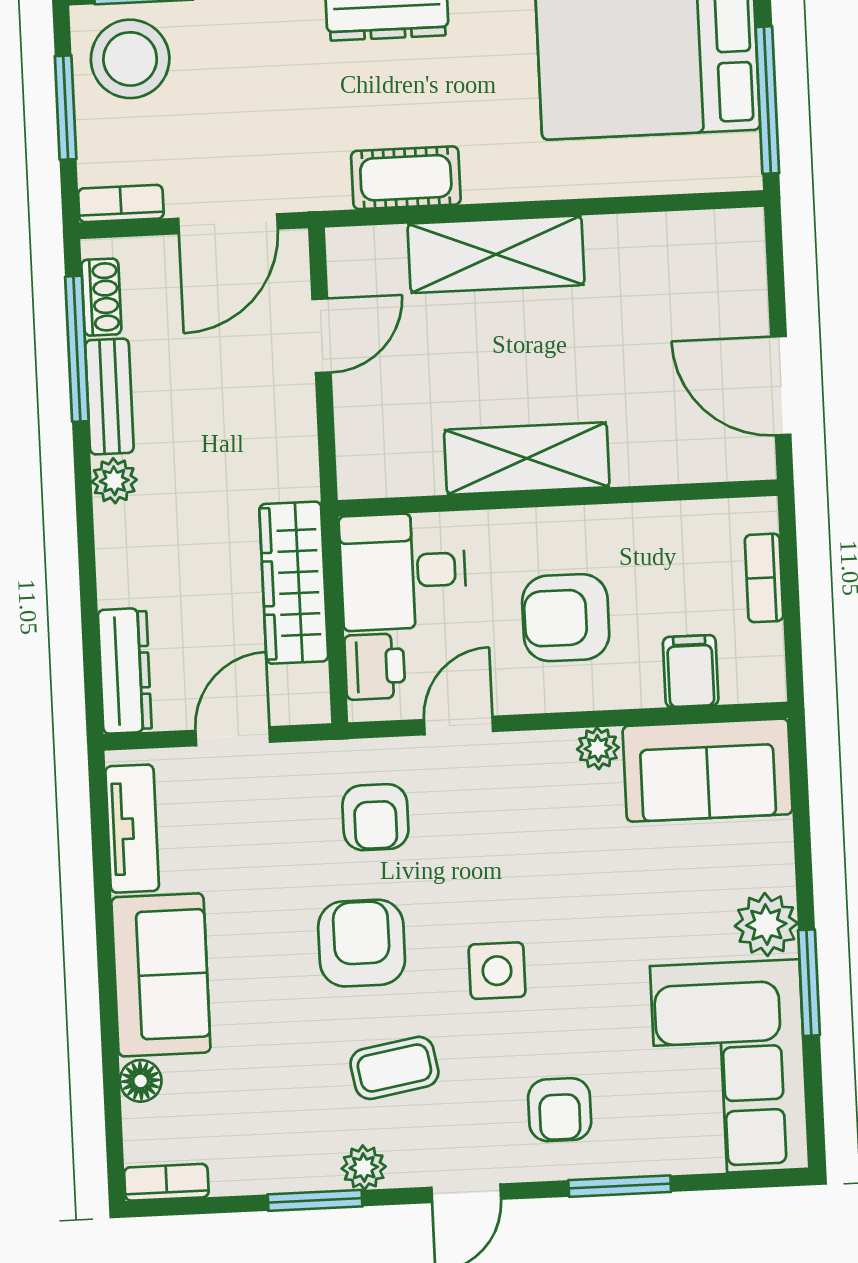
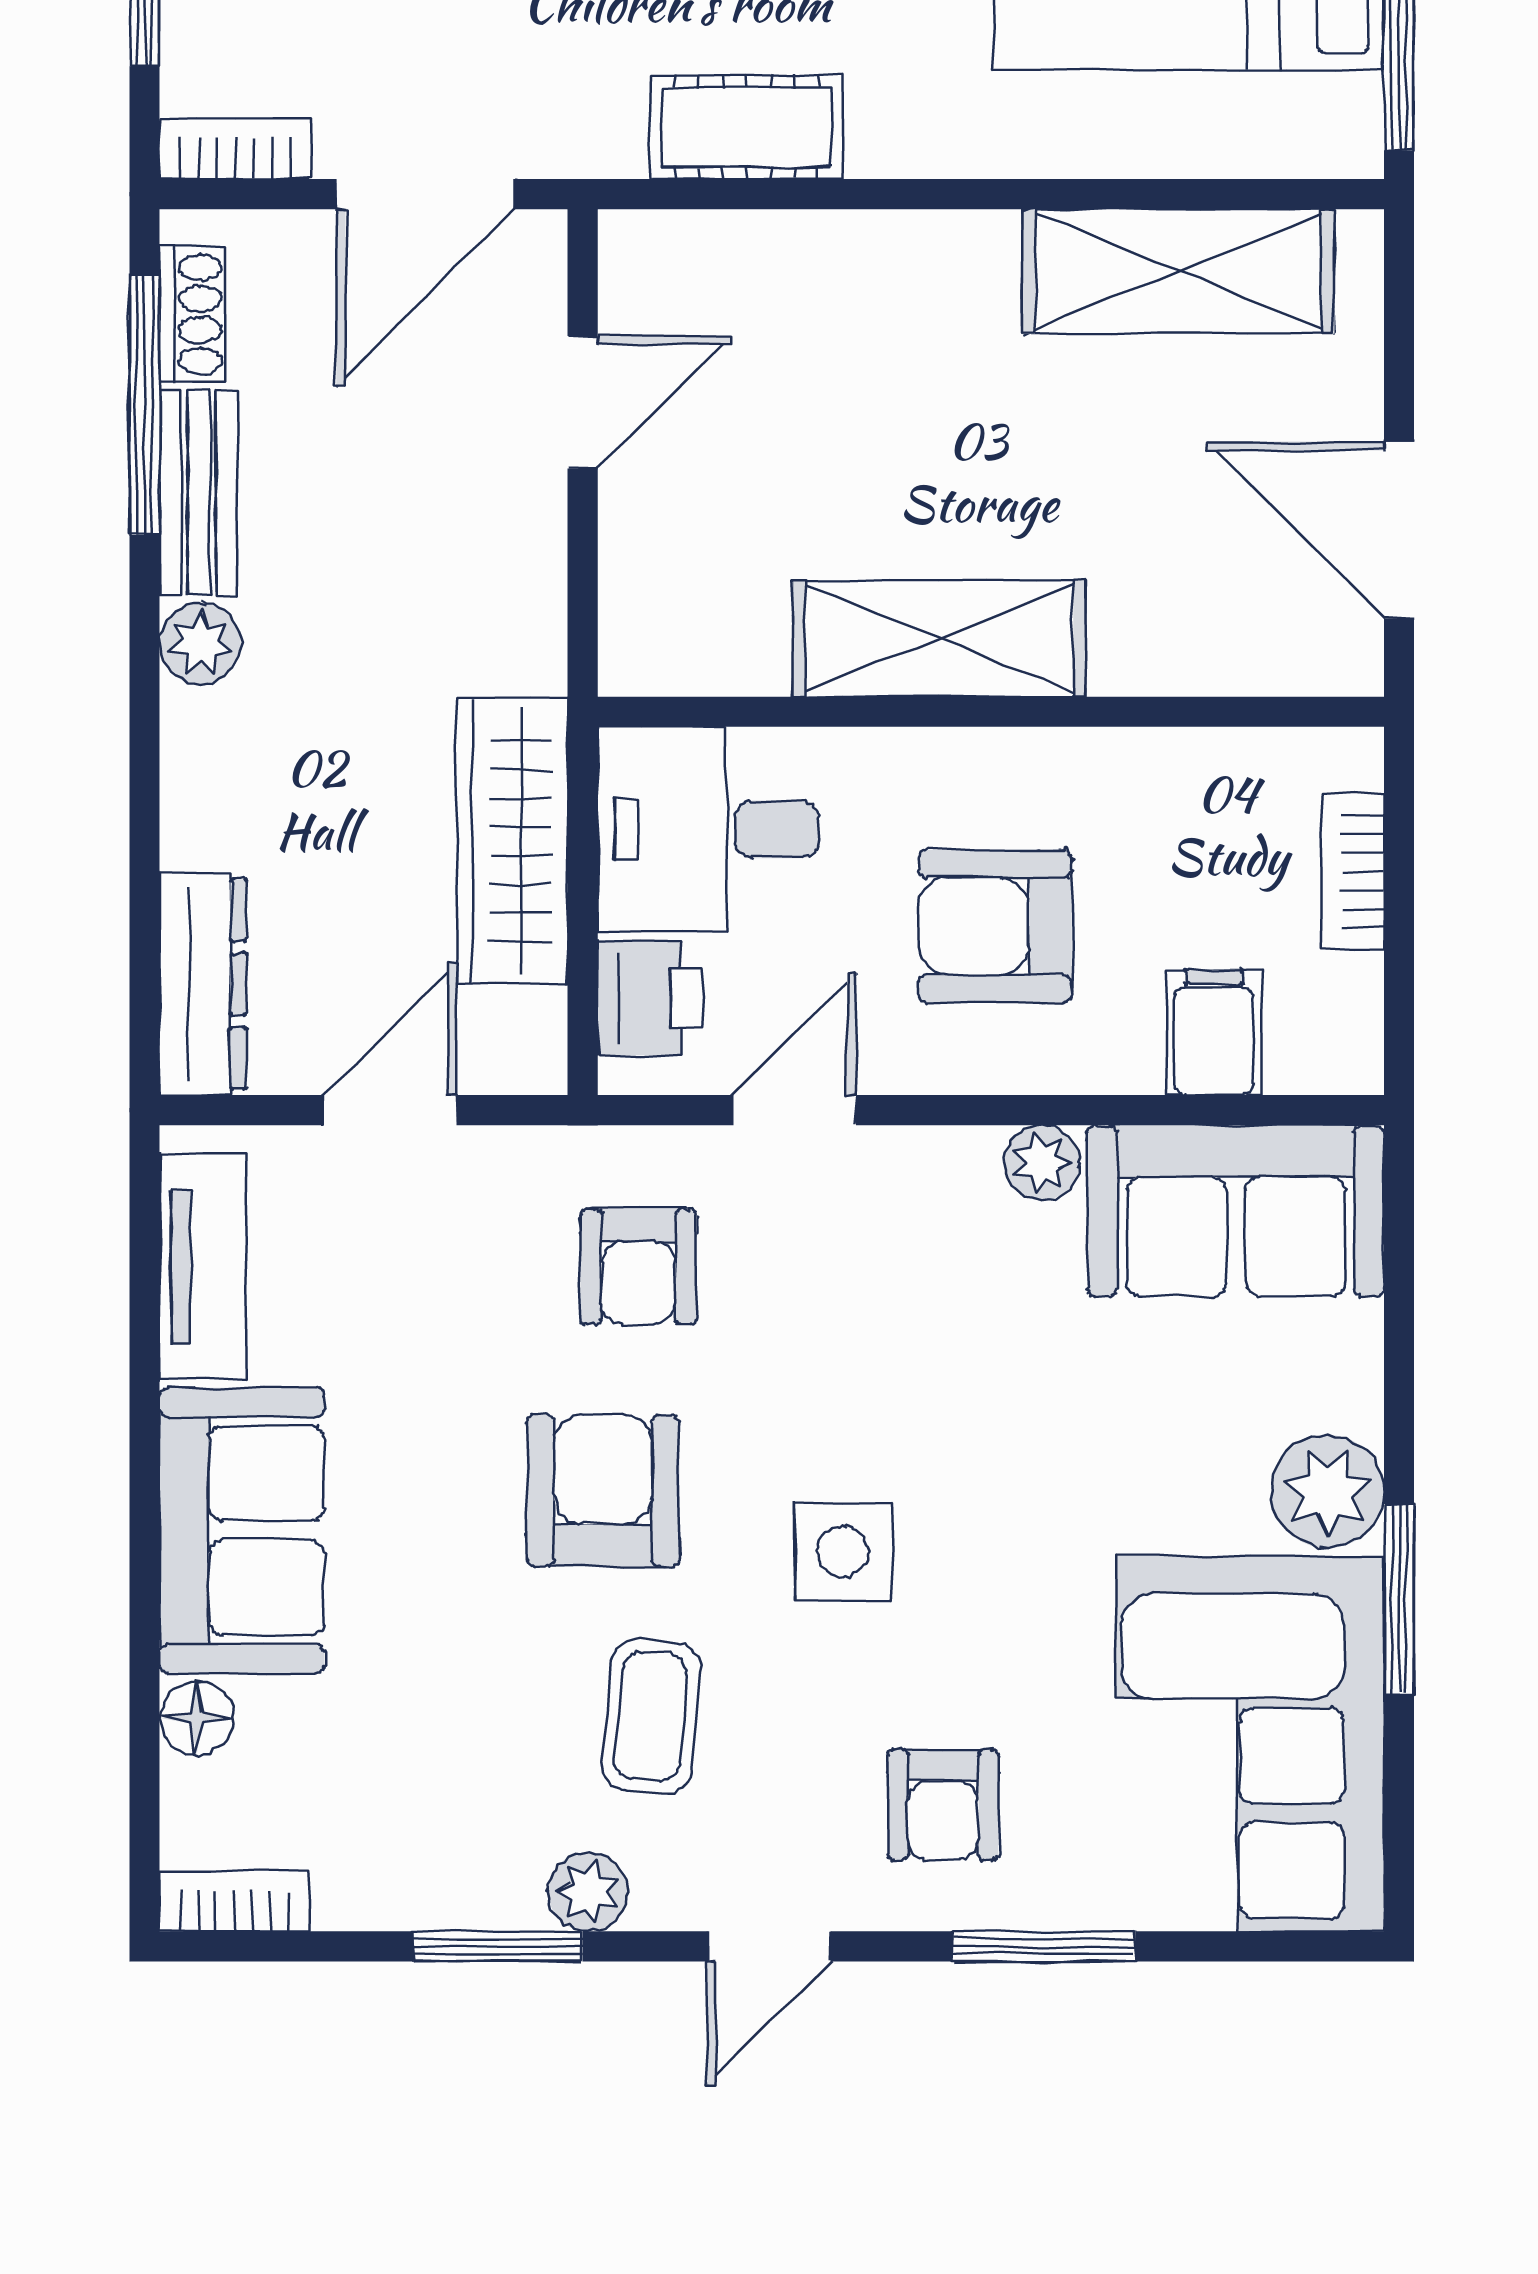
shelving: (496, 254) -> (1178, 271), moved
coffee table: (394, 1068) -> (651, 1717), turned -75

